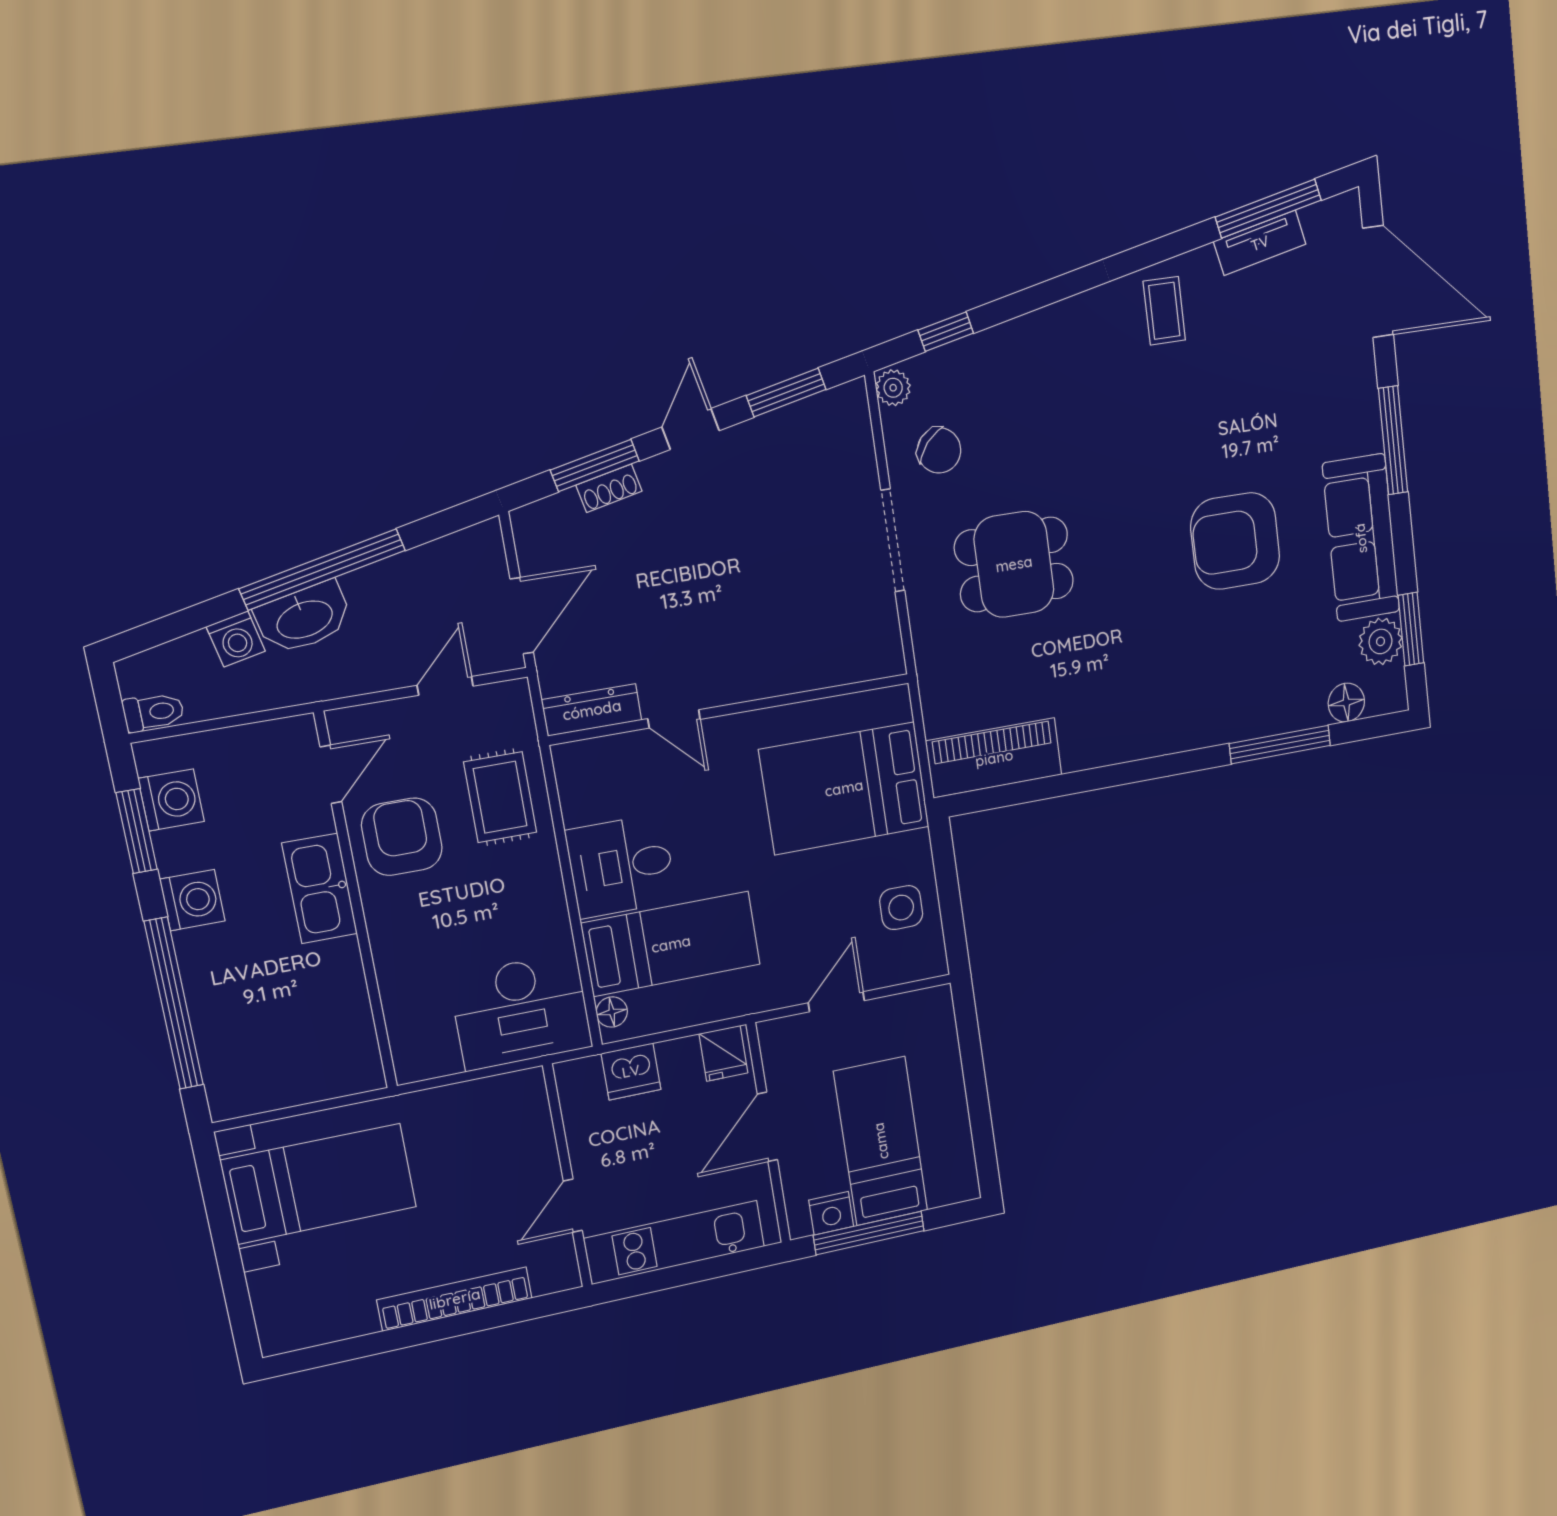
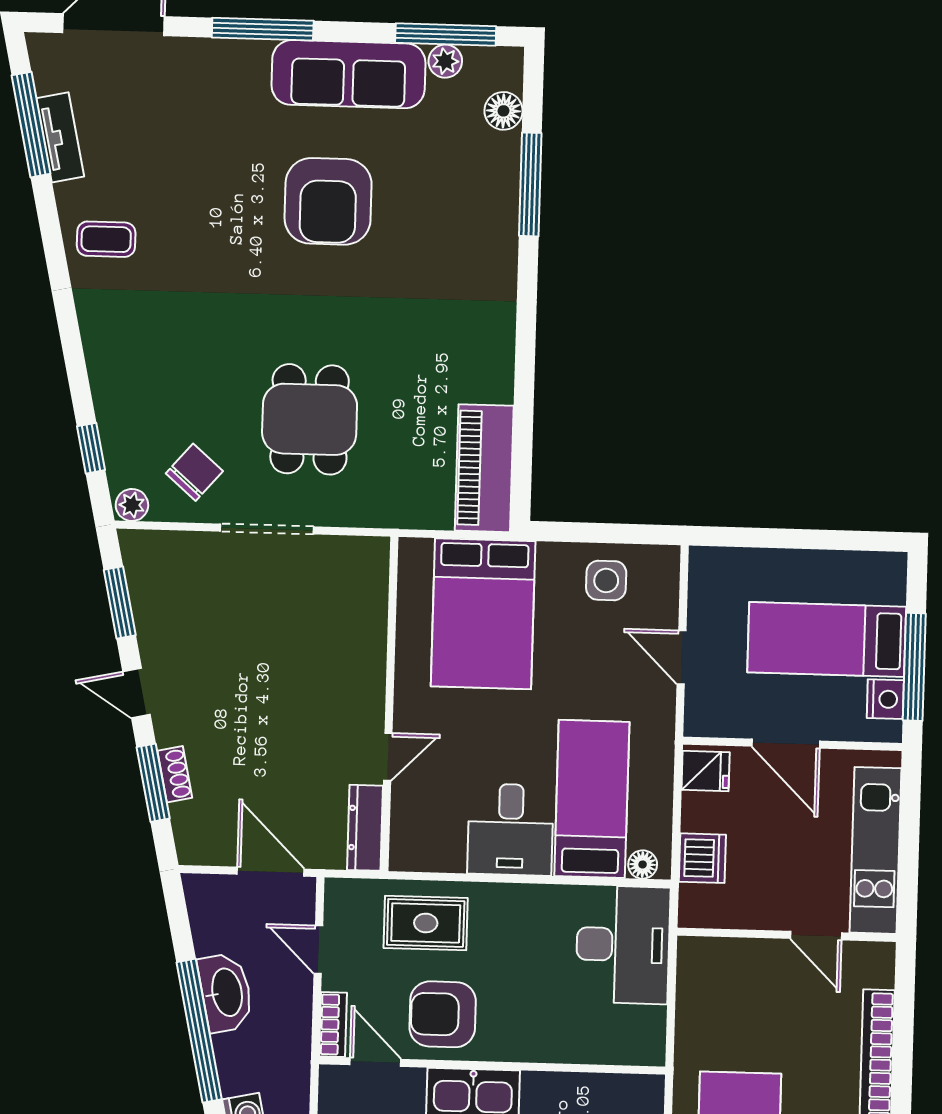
washbasin: (304, 618) -> (226, 992), moved
window: (1411, 629) -> (446, 35), width x1.44
plant: (1381, 641) -> (445, 61), width x0.73, depth x0.73
bookcase: (363, 719) -> (333, 1025), added

